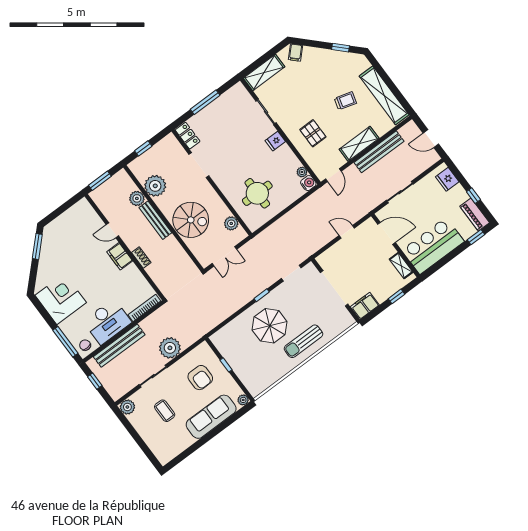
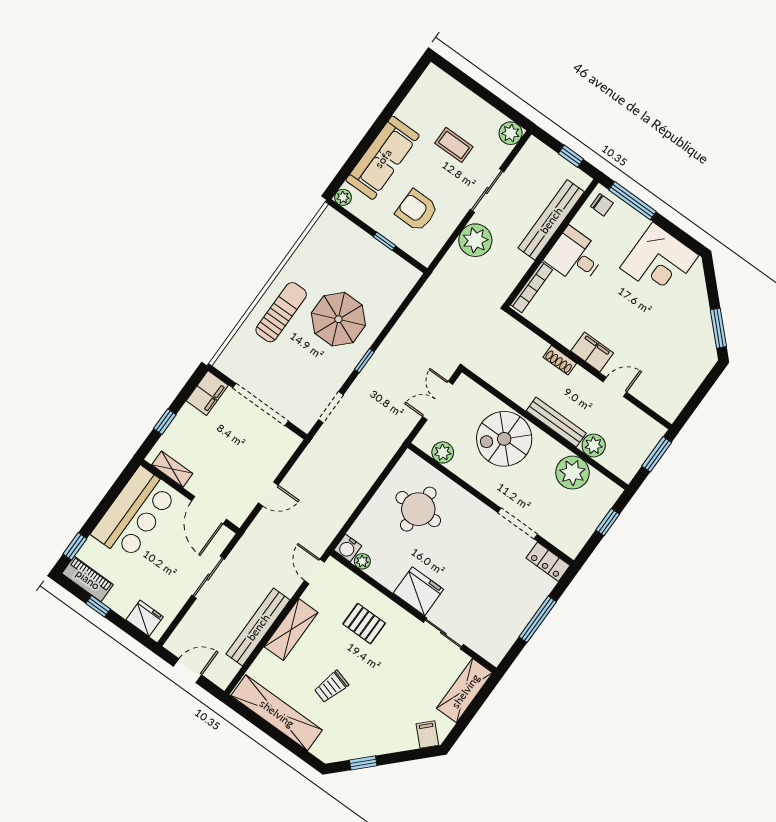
fridge: (275, 141) -> (418, 591), width x1.88, depth x1.34
door: (386, 233) -> (209, 510), hinge flipped
desk: (107, 322) -> (575, 256), width x0.73

